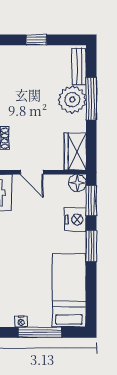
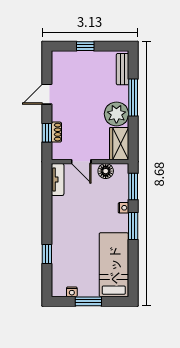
plant: (72, 100) -> (116, 114), moved
floor lamp: (77, 183) -> (106, 171), moved
nightstand: (75, 220) -> (123, 208), width x0.53, depth x0.56
window: (40, 332) -> (88, 301), width x0.69

